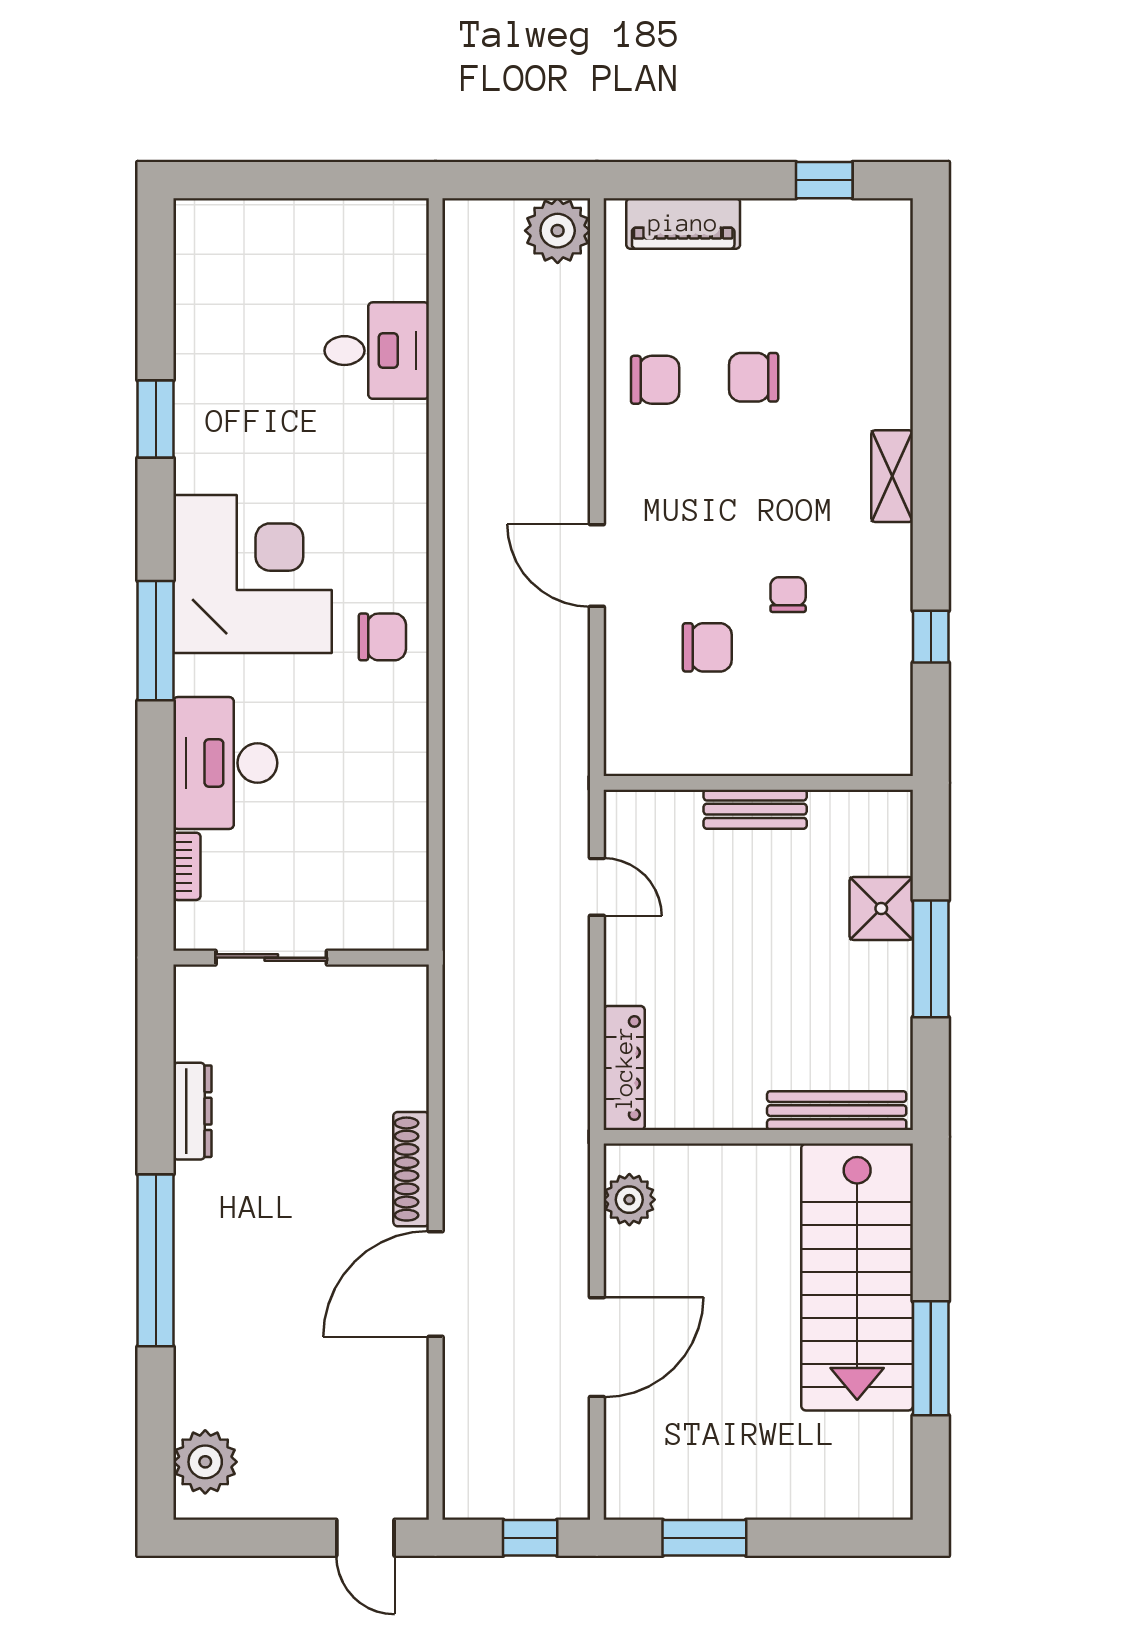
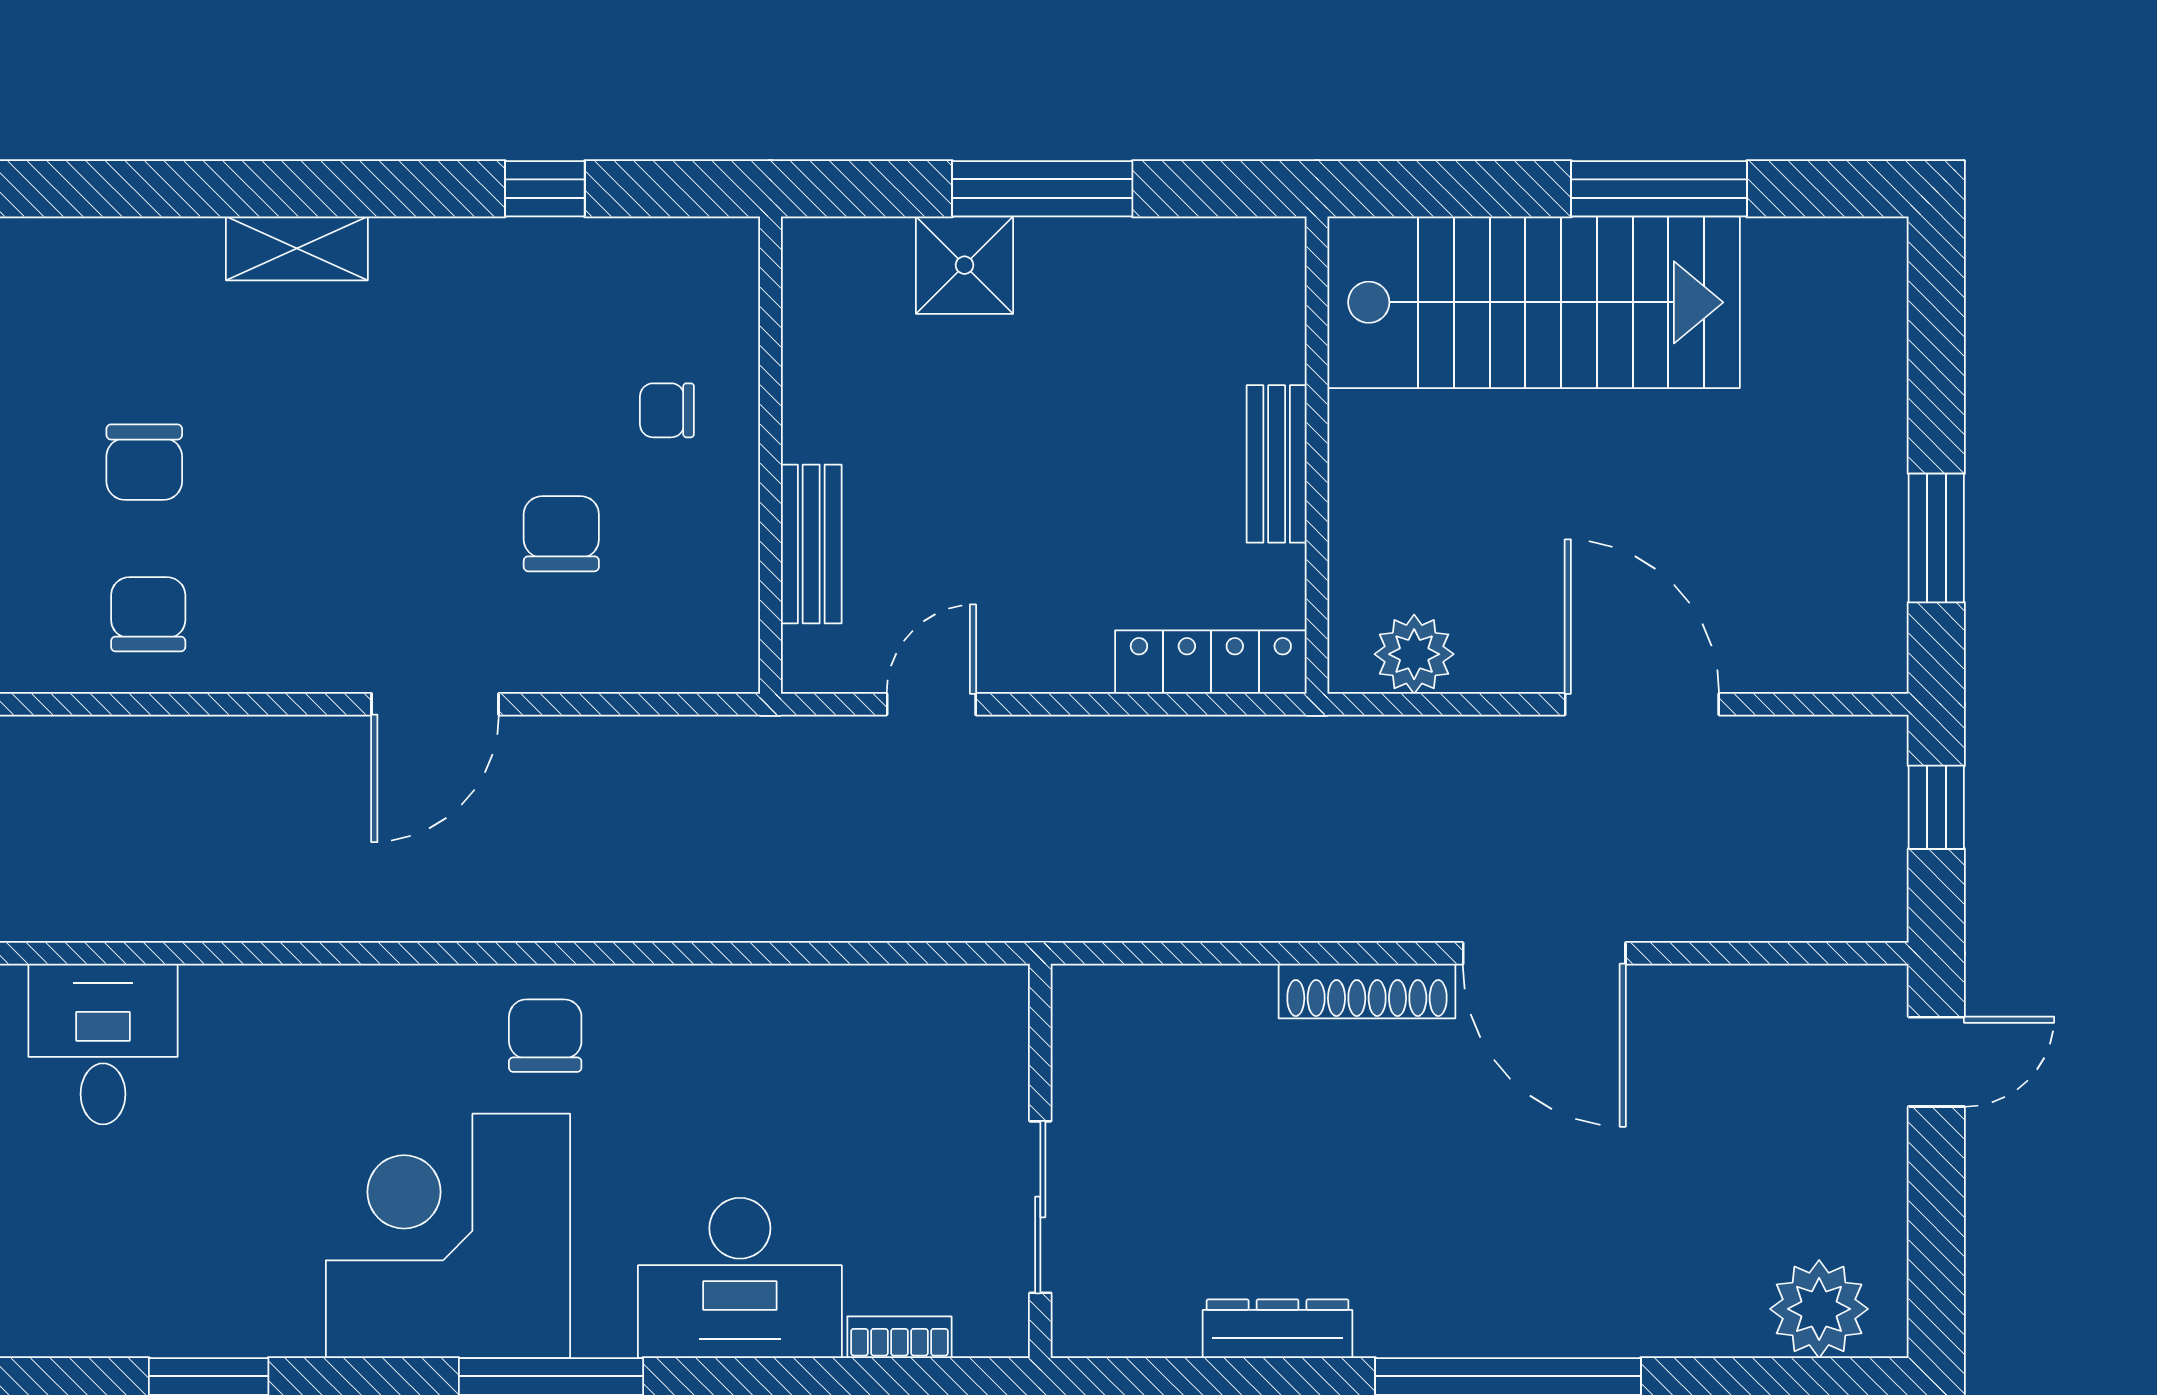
chair: (788, 595) -> (667, 410), moved
bench: (755, 809) -> (811, 544), moved
bench: (837, 1111) -> (1277, 464), moved, width x0.73

